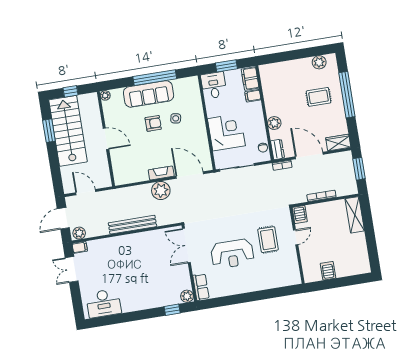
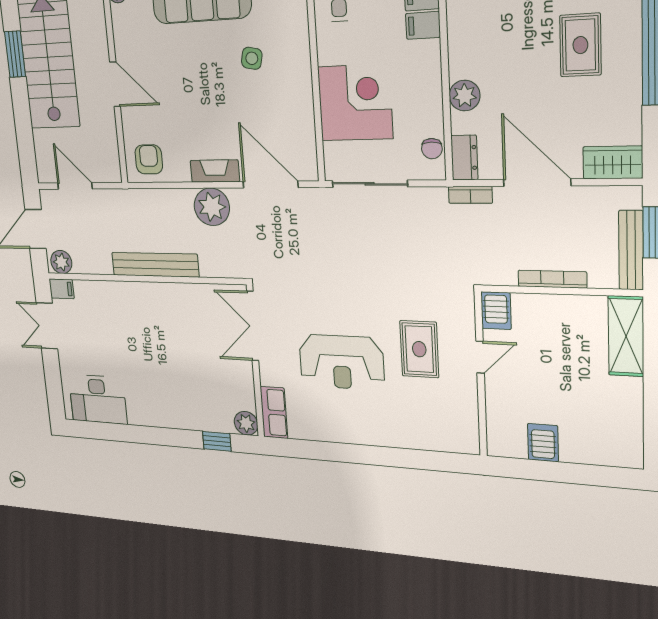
rug: (319, 97) -> (580, 45), turned 90
armchair: (153, 123) -> (149, 159), moved, turned -90
bench: (351, 178) -> (631, 250), added

